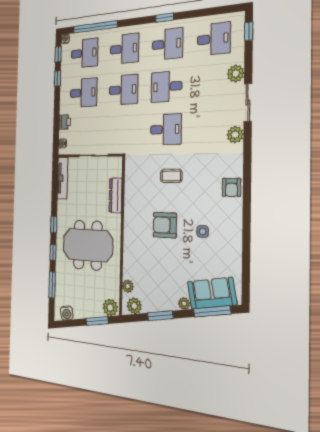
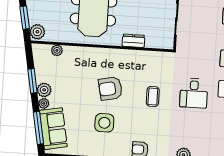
dresser: (116, 195) -> (134, 41), width x0.70
armchair: (165, 225) -> (110, 89), turned -102
side table: (203, 231) -> (104, 123), width x1.87, depth x1.87
plant: (134, 306) -> (44, 90), moved

